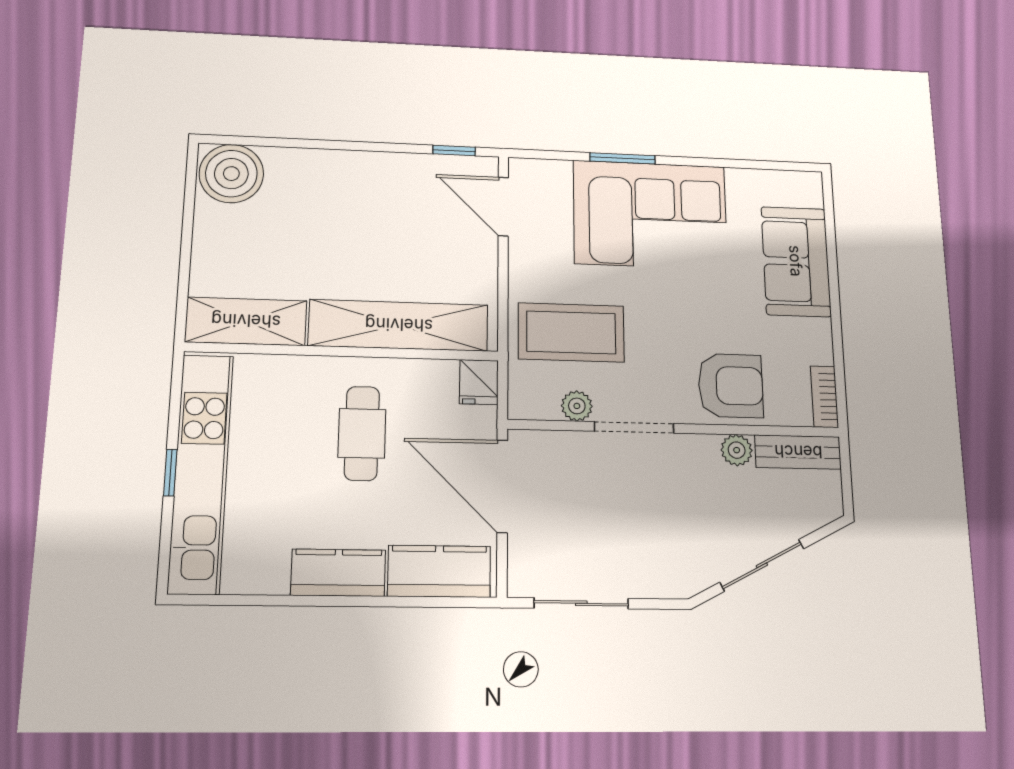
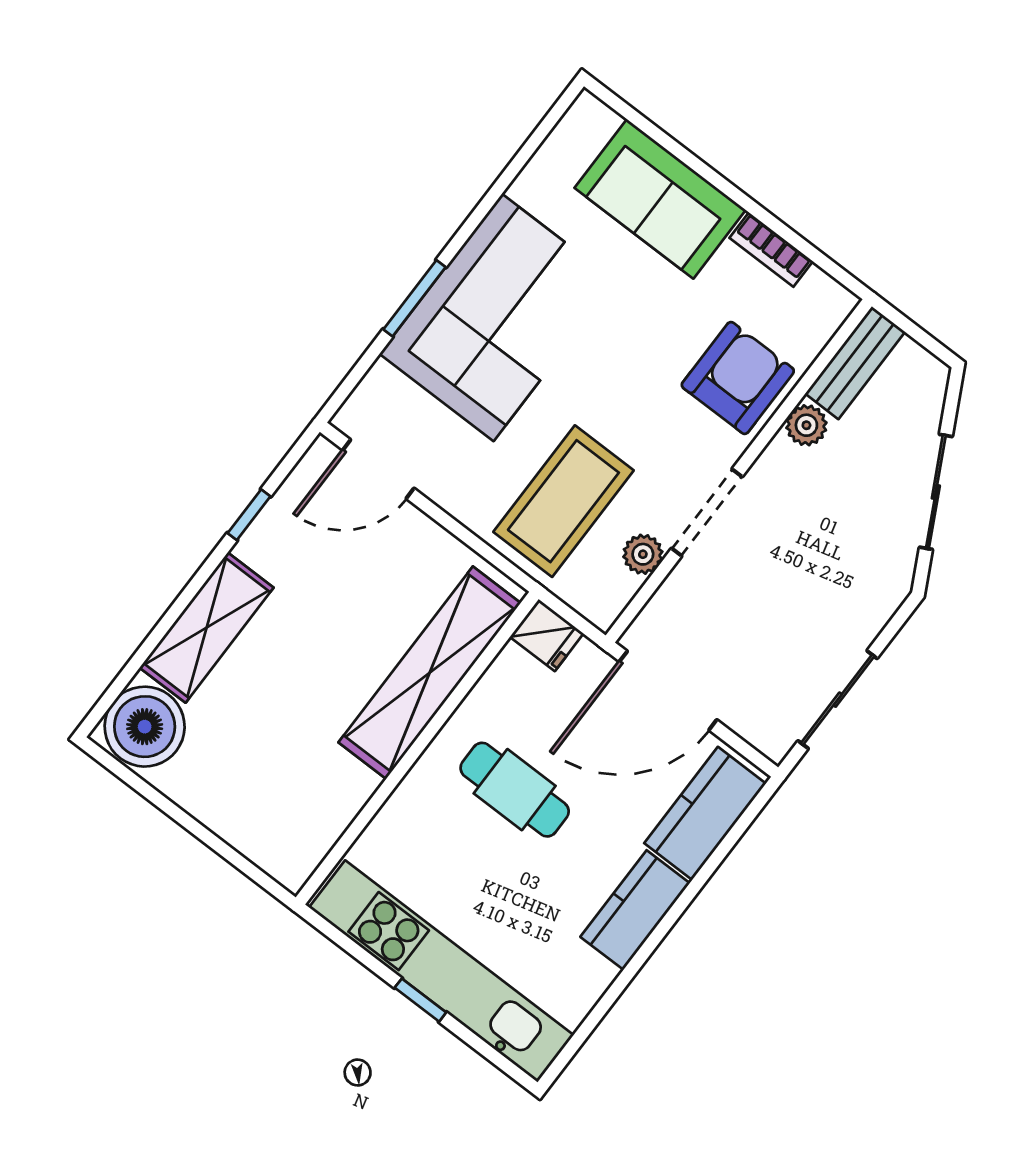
window: (454, 151) -> (249, 515), moved
shelving: (246, 321) -> (207, 628), moved
bookcase: (824, 397) -> (771, 250), moved

